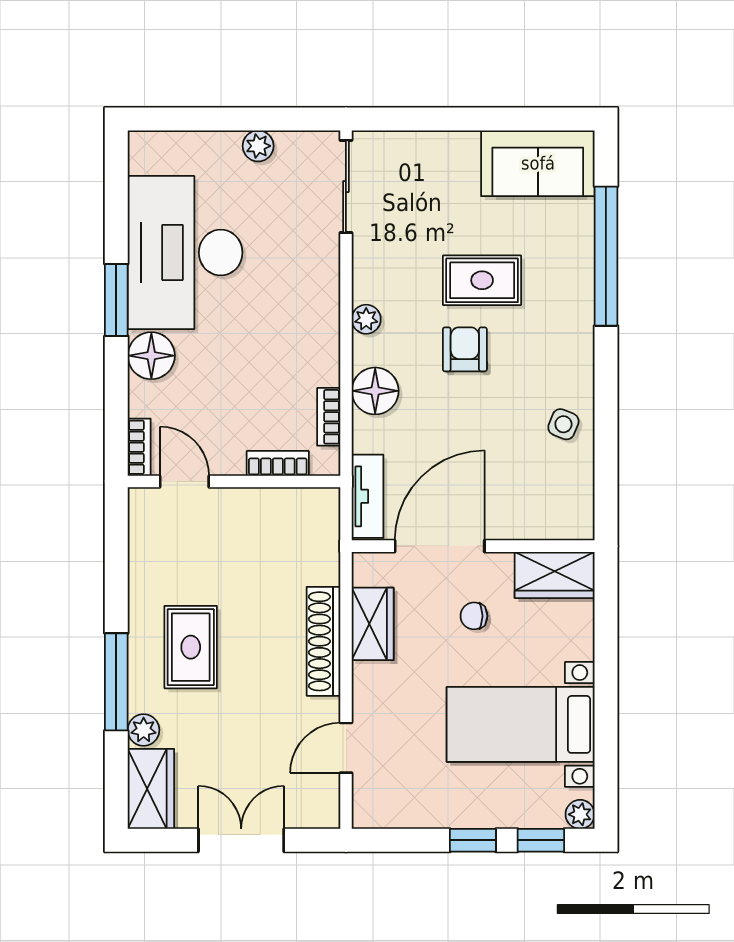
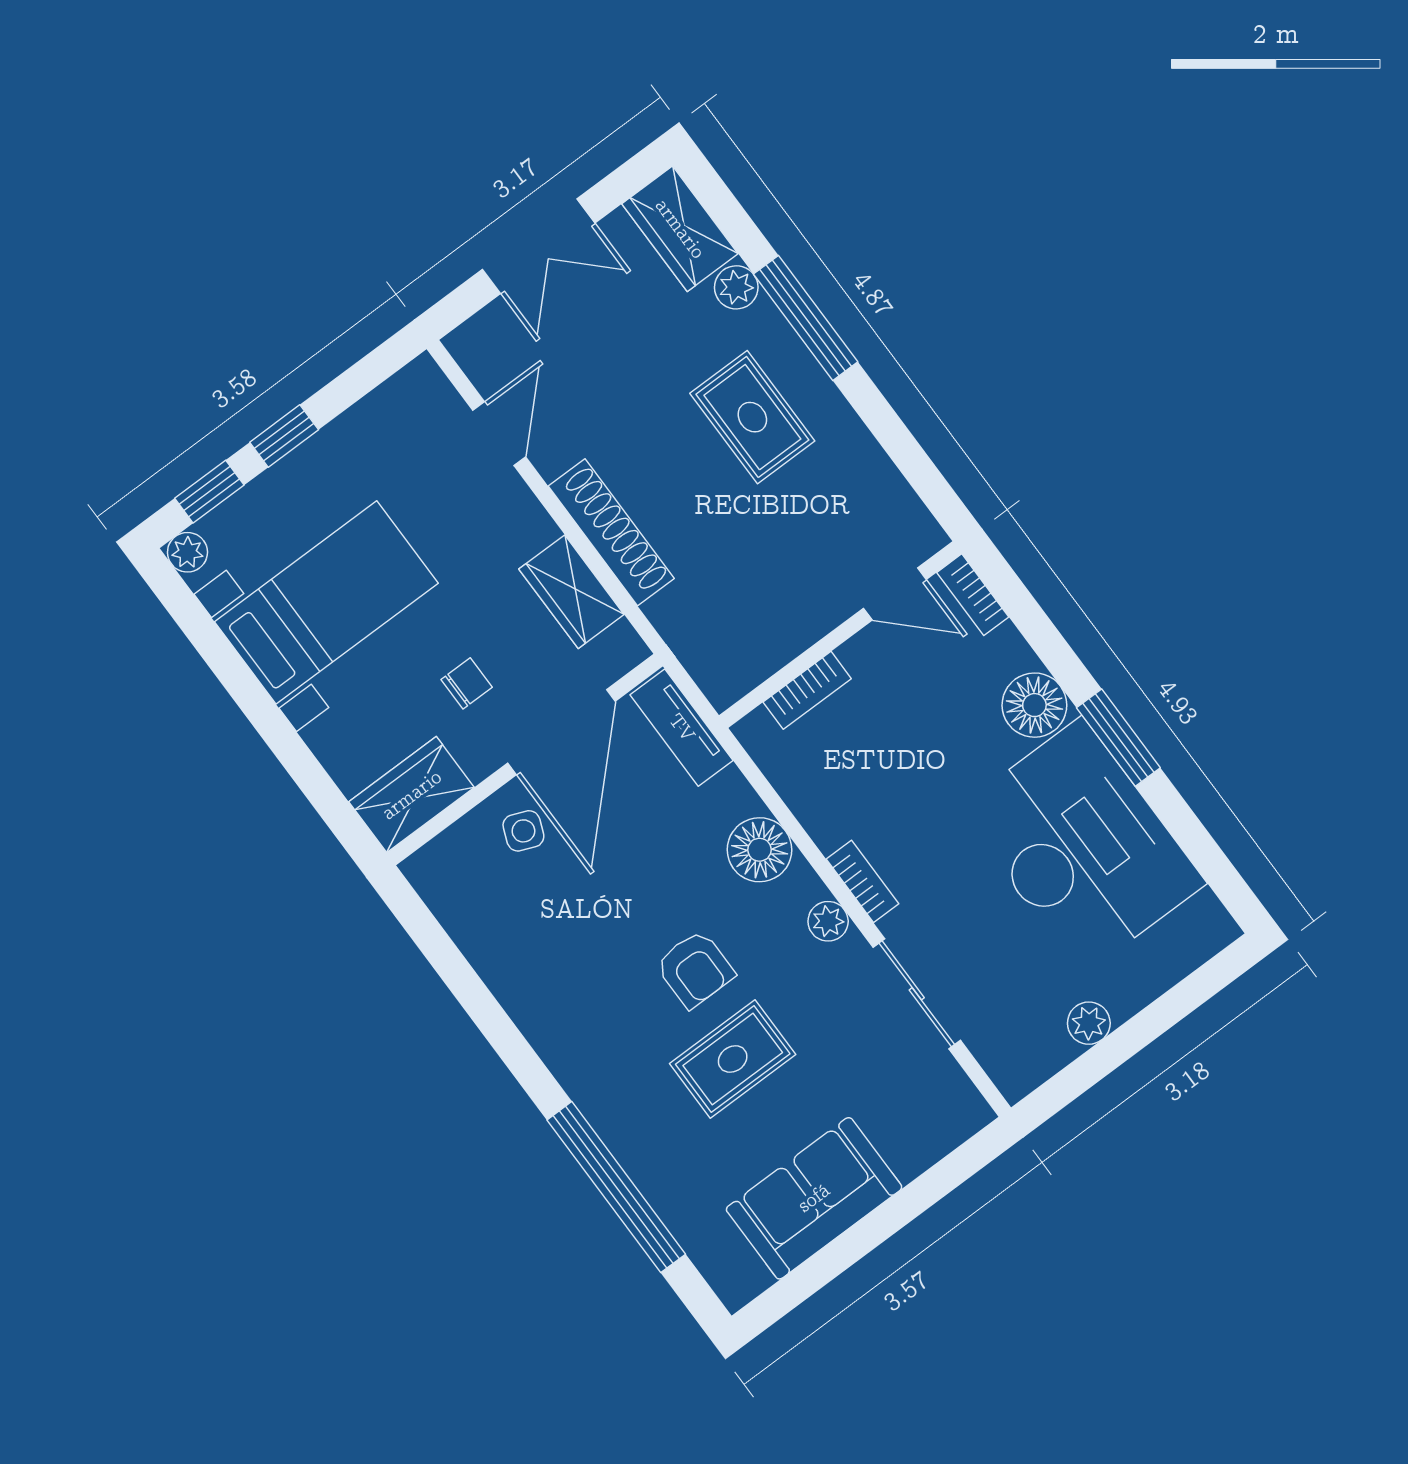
sofa: (538, 163) -> (814, 1198), moved
sliding door: (346, 187) -> (917, 994), moved
bookcase: (329, 417) -> (863, 881), moved
side table: (563, 424) -> (523, 831), moved

